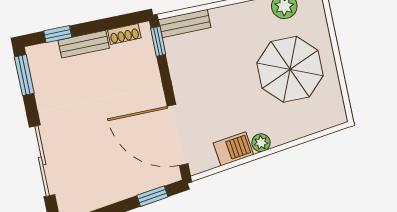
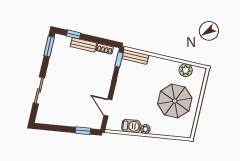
door: (178, 135) -> (108, 108), width x0.53
sliding door: (42, 161) -> (39, 91), width x0.73

